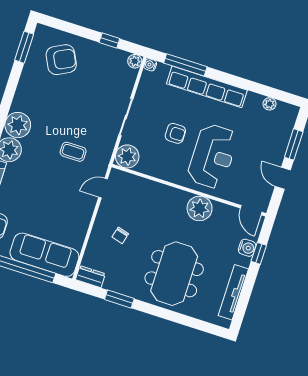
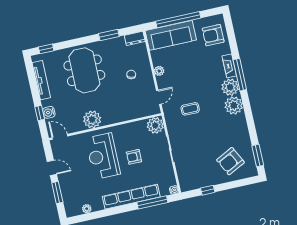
plant: (135, 61) -> (159, 71), moved
window: (205, 327) -> (46, 49), added

